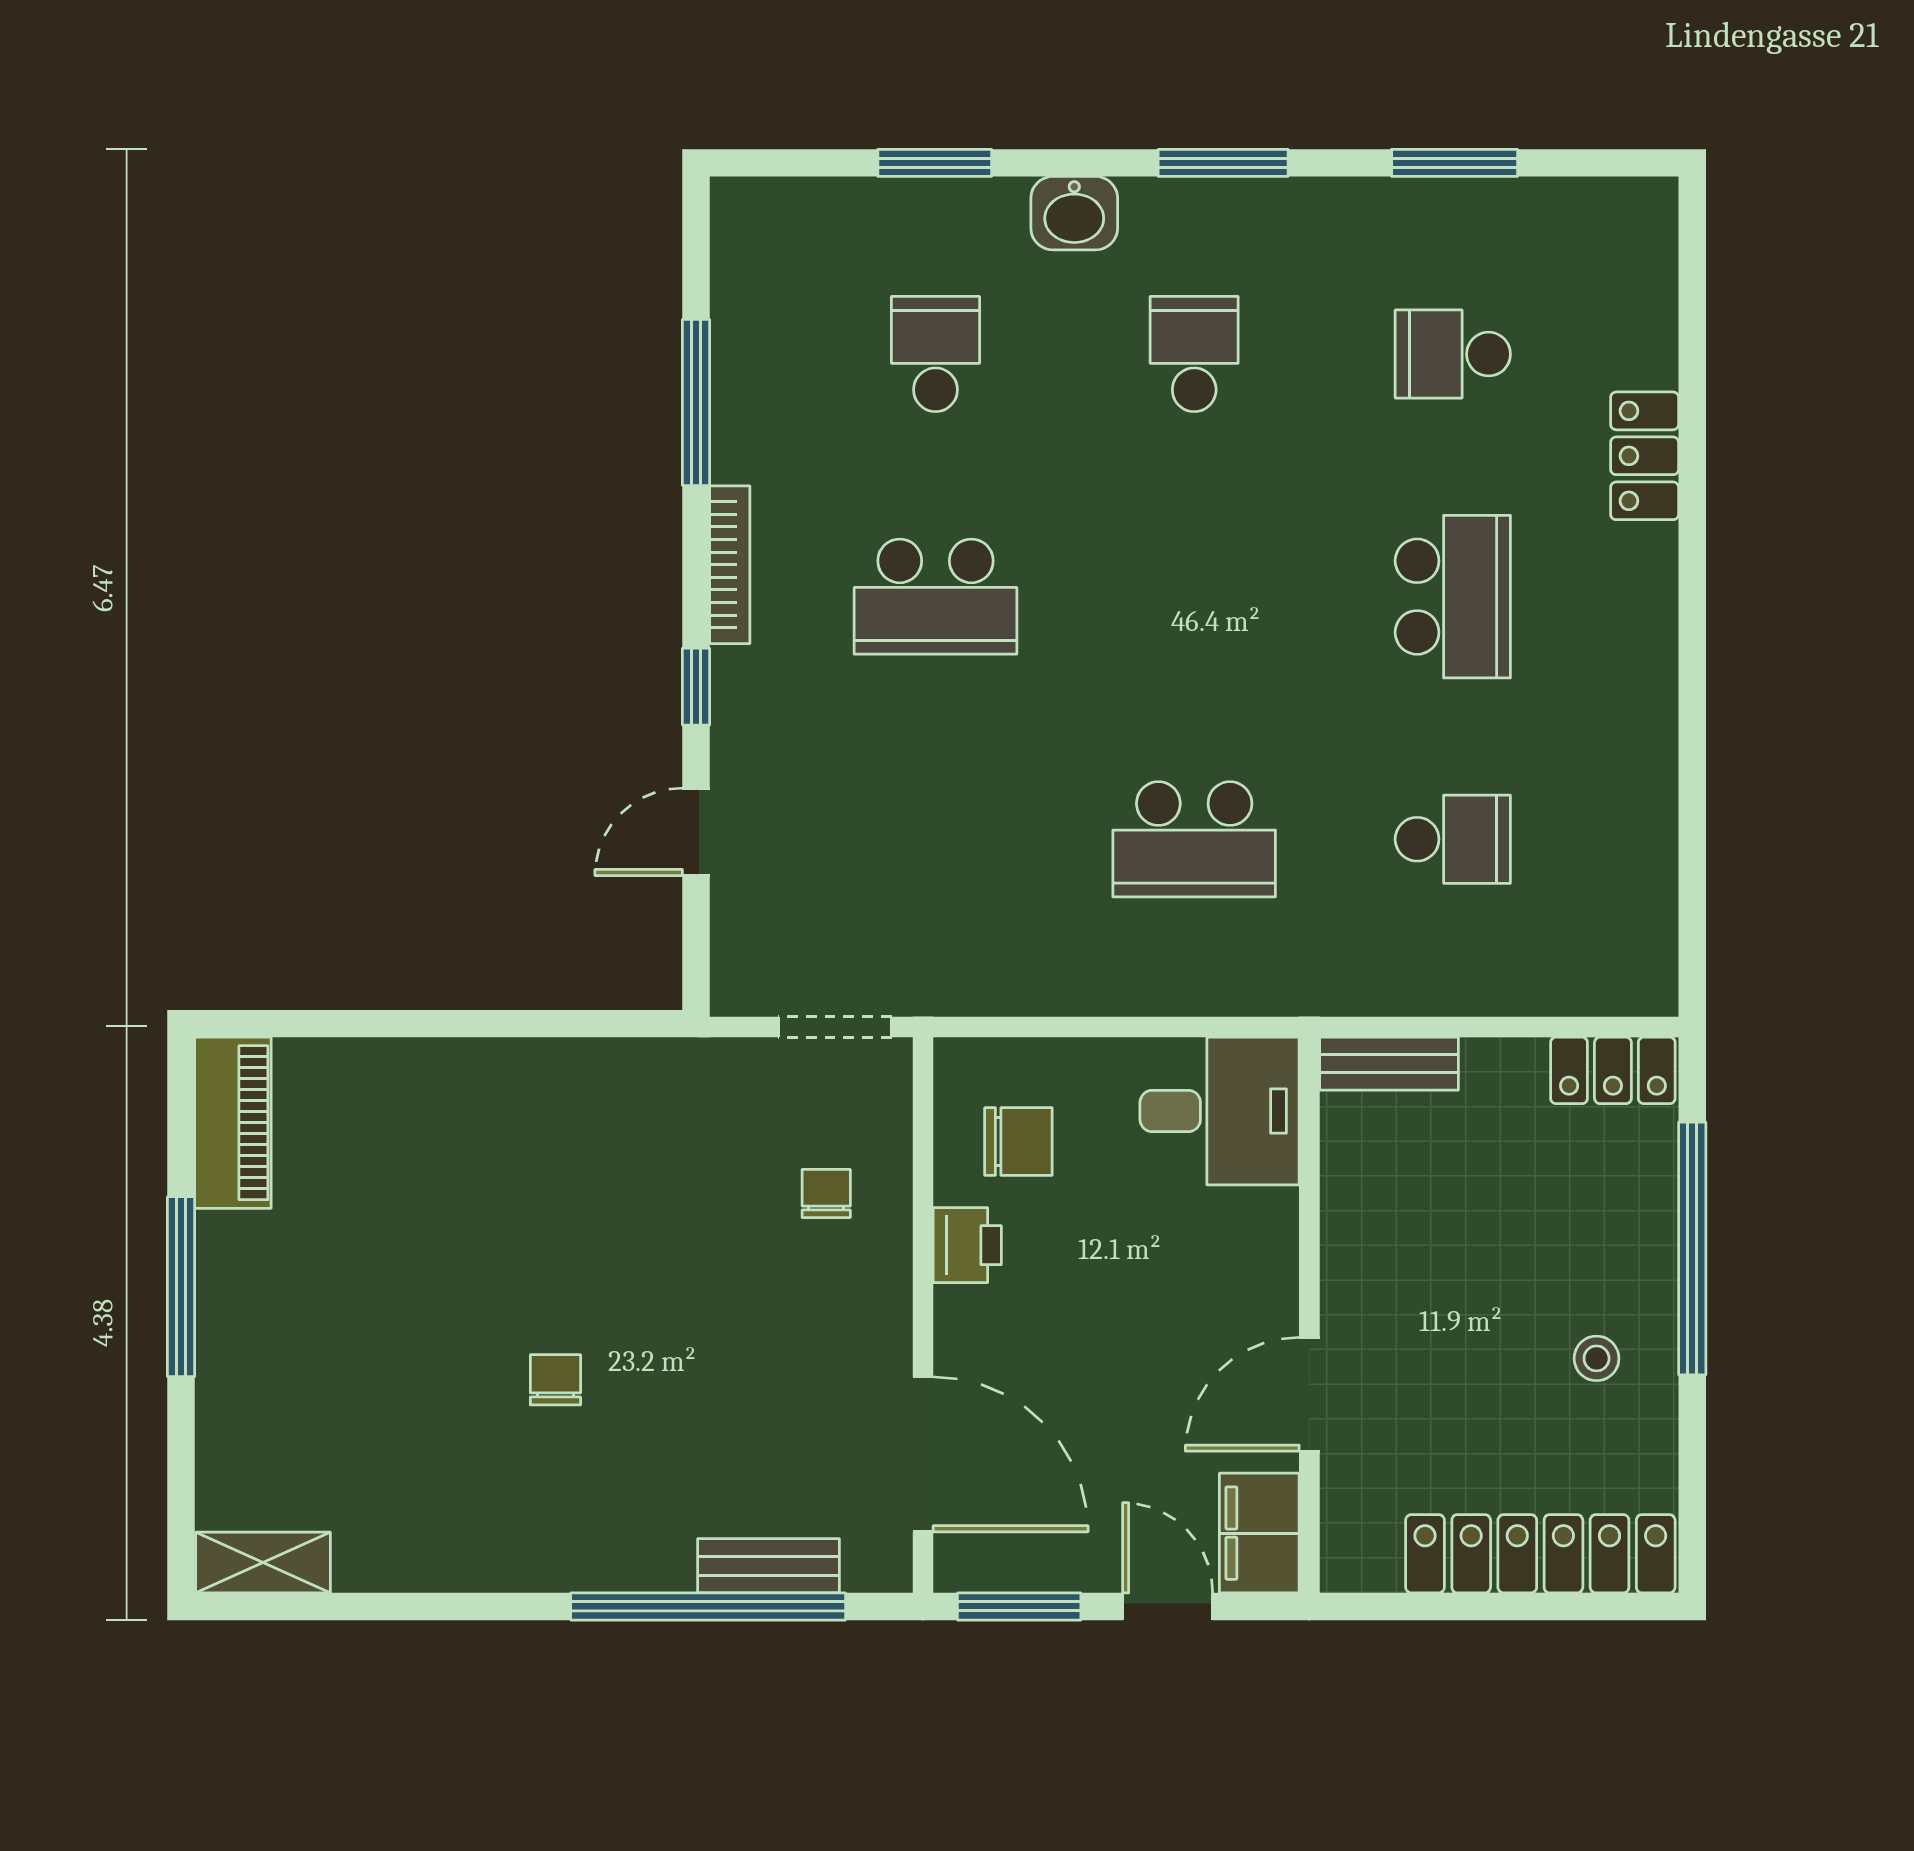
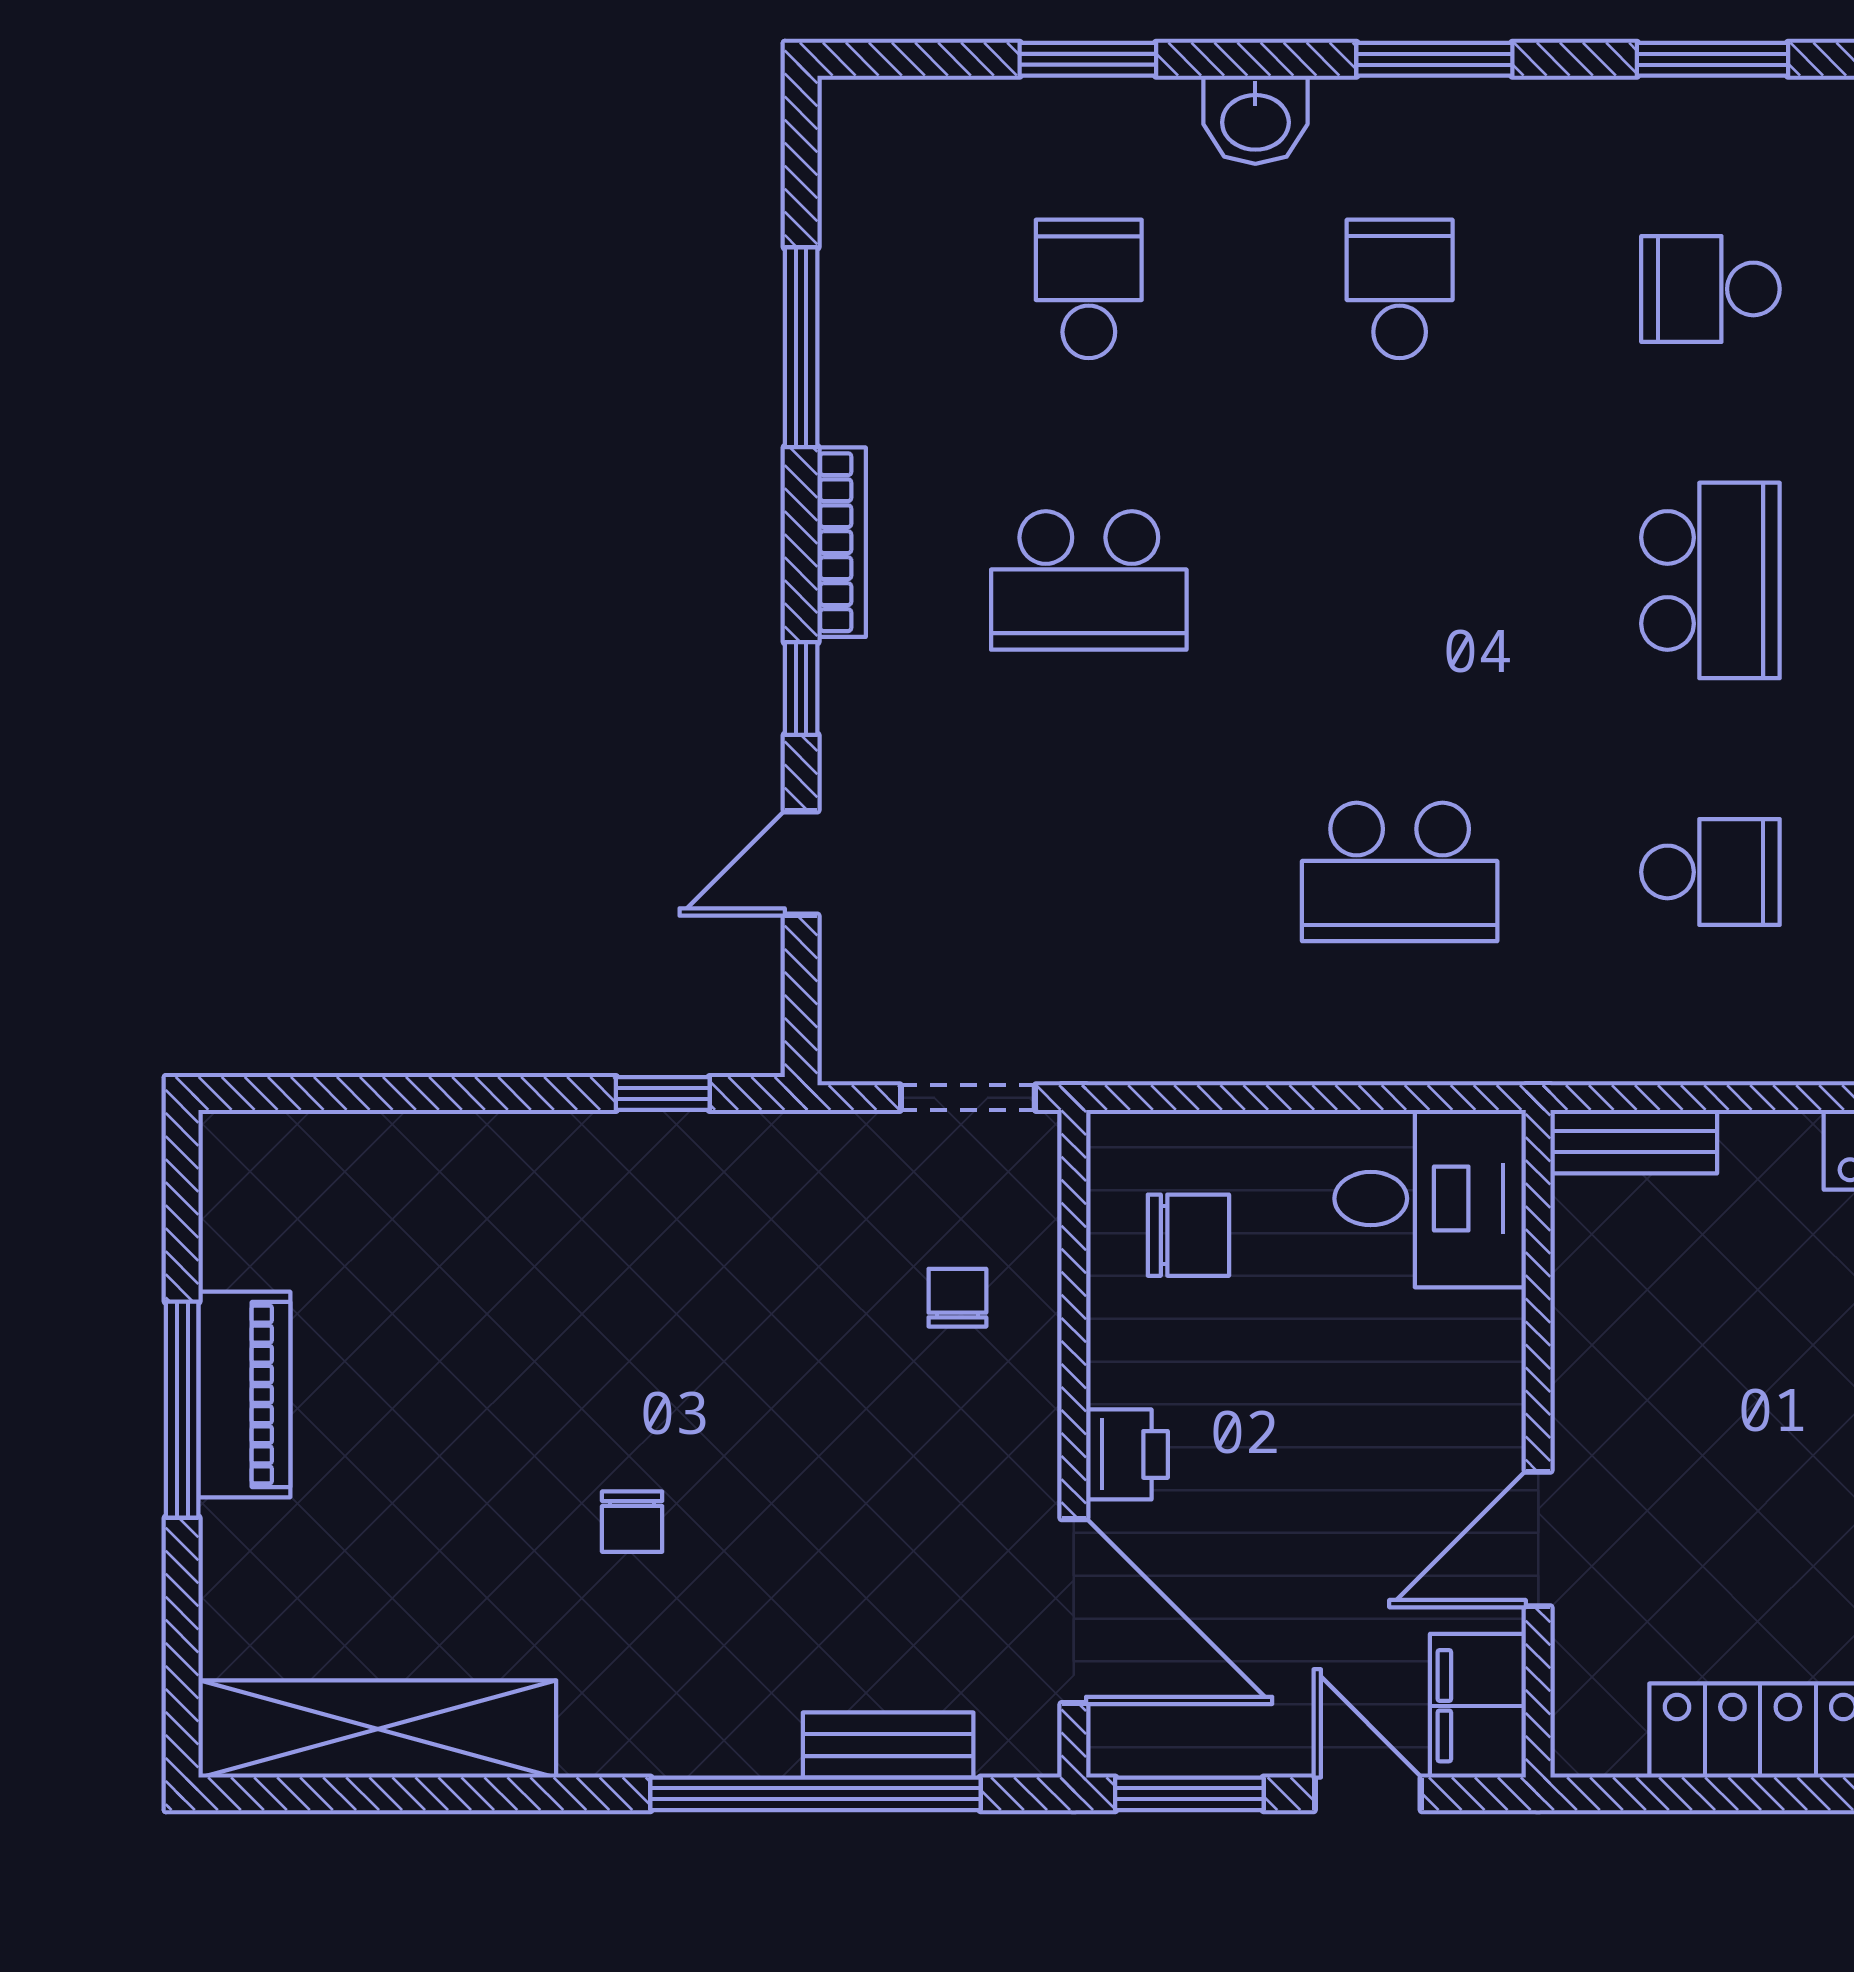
window: (581, 1024) -> (663, 1094), added
piano: (233, 1123) -> (244, 1395), moved
printer: (967, 1245) -> (1127, 1454), moved
chair: (555, 1380) -> (632, 1522), turned 180
shelving: (263, 1563) -> (378, 1729), width x2.20, depth x1.33

